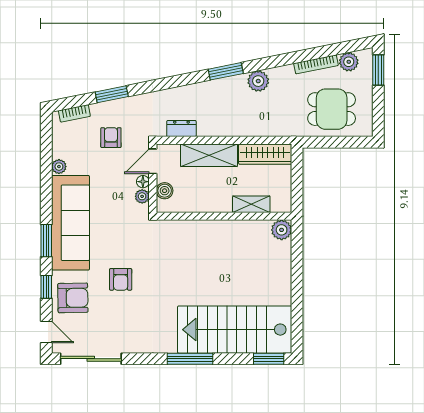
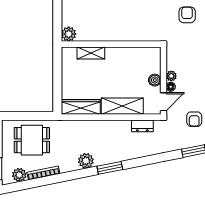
shelving: (251, 204) -> (91, 53), moved
wall: (224, 216) -> (111, 44), moved
plant: (282, 230) -> (69, 34), moved

